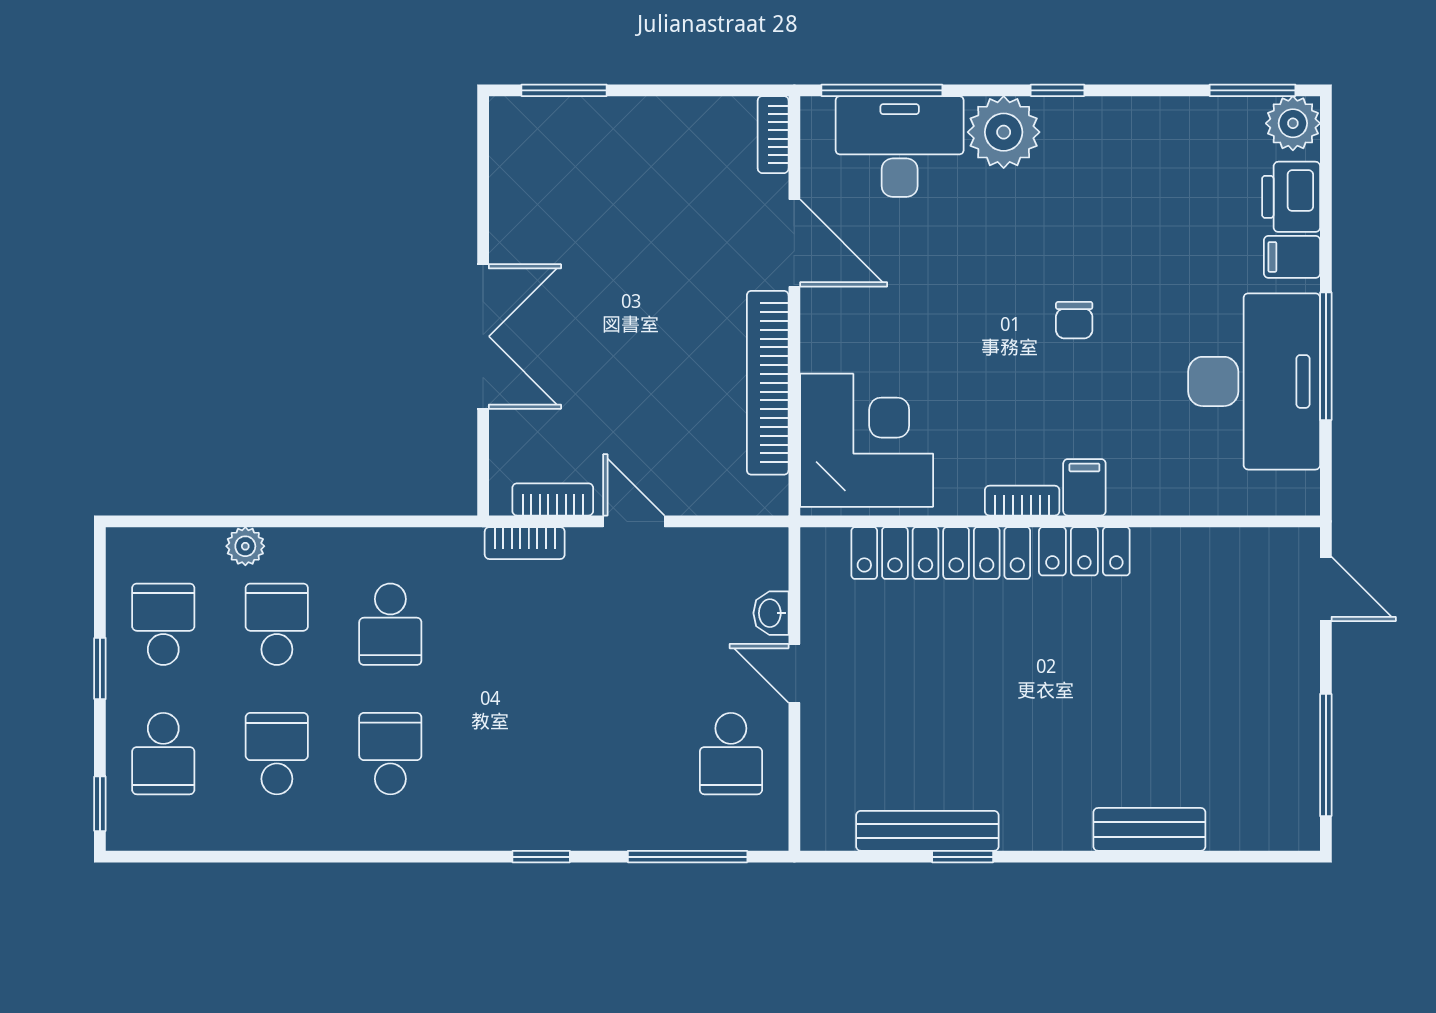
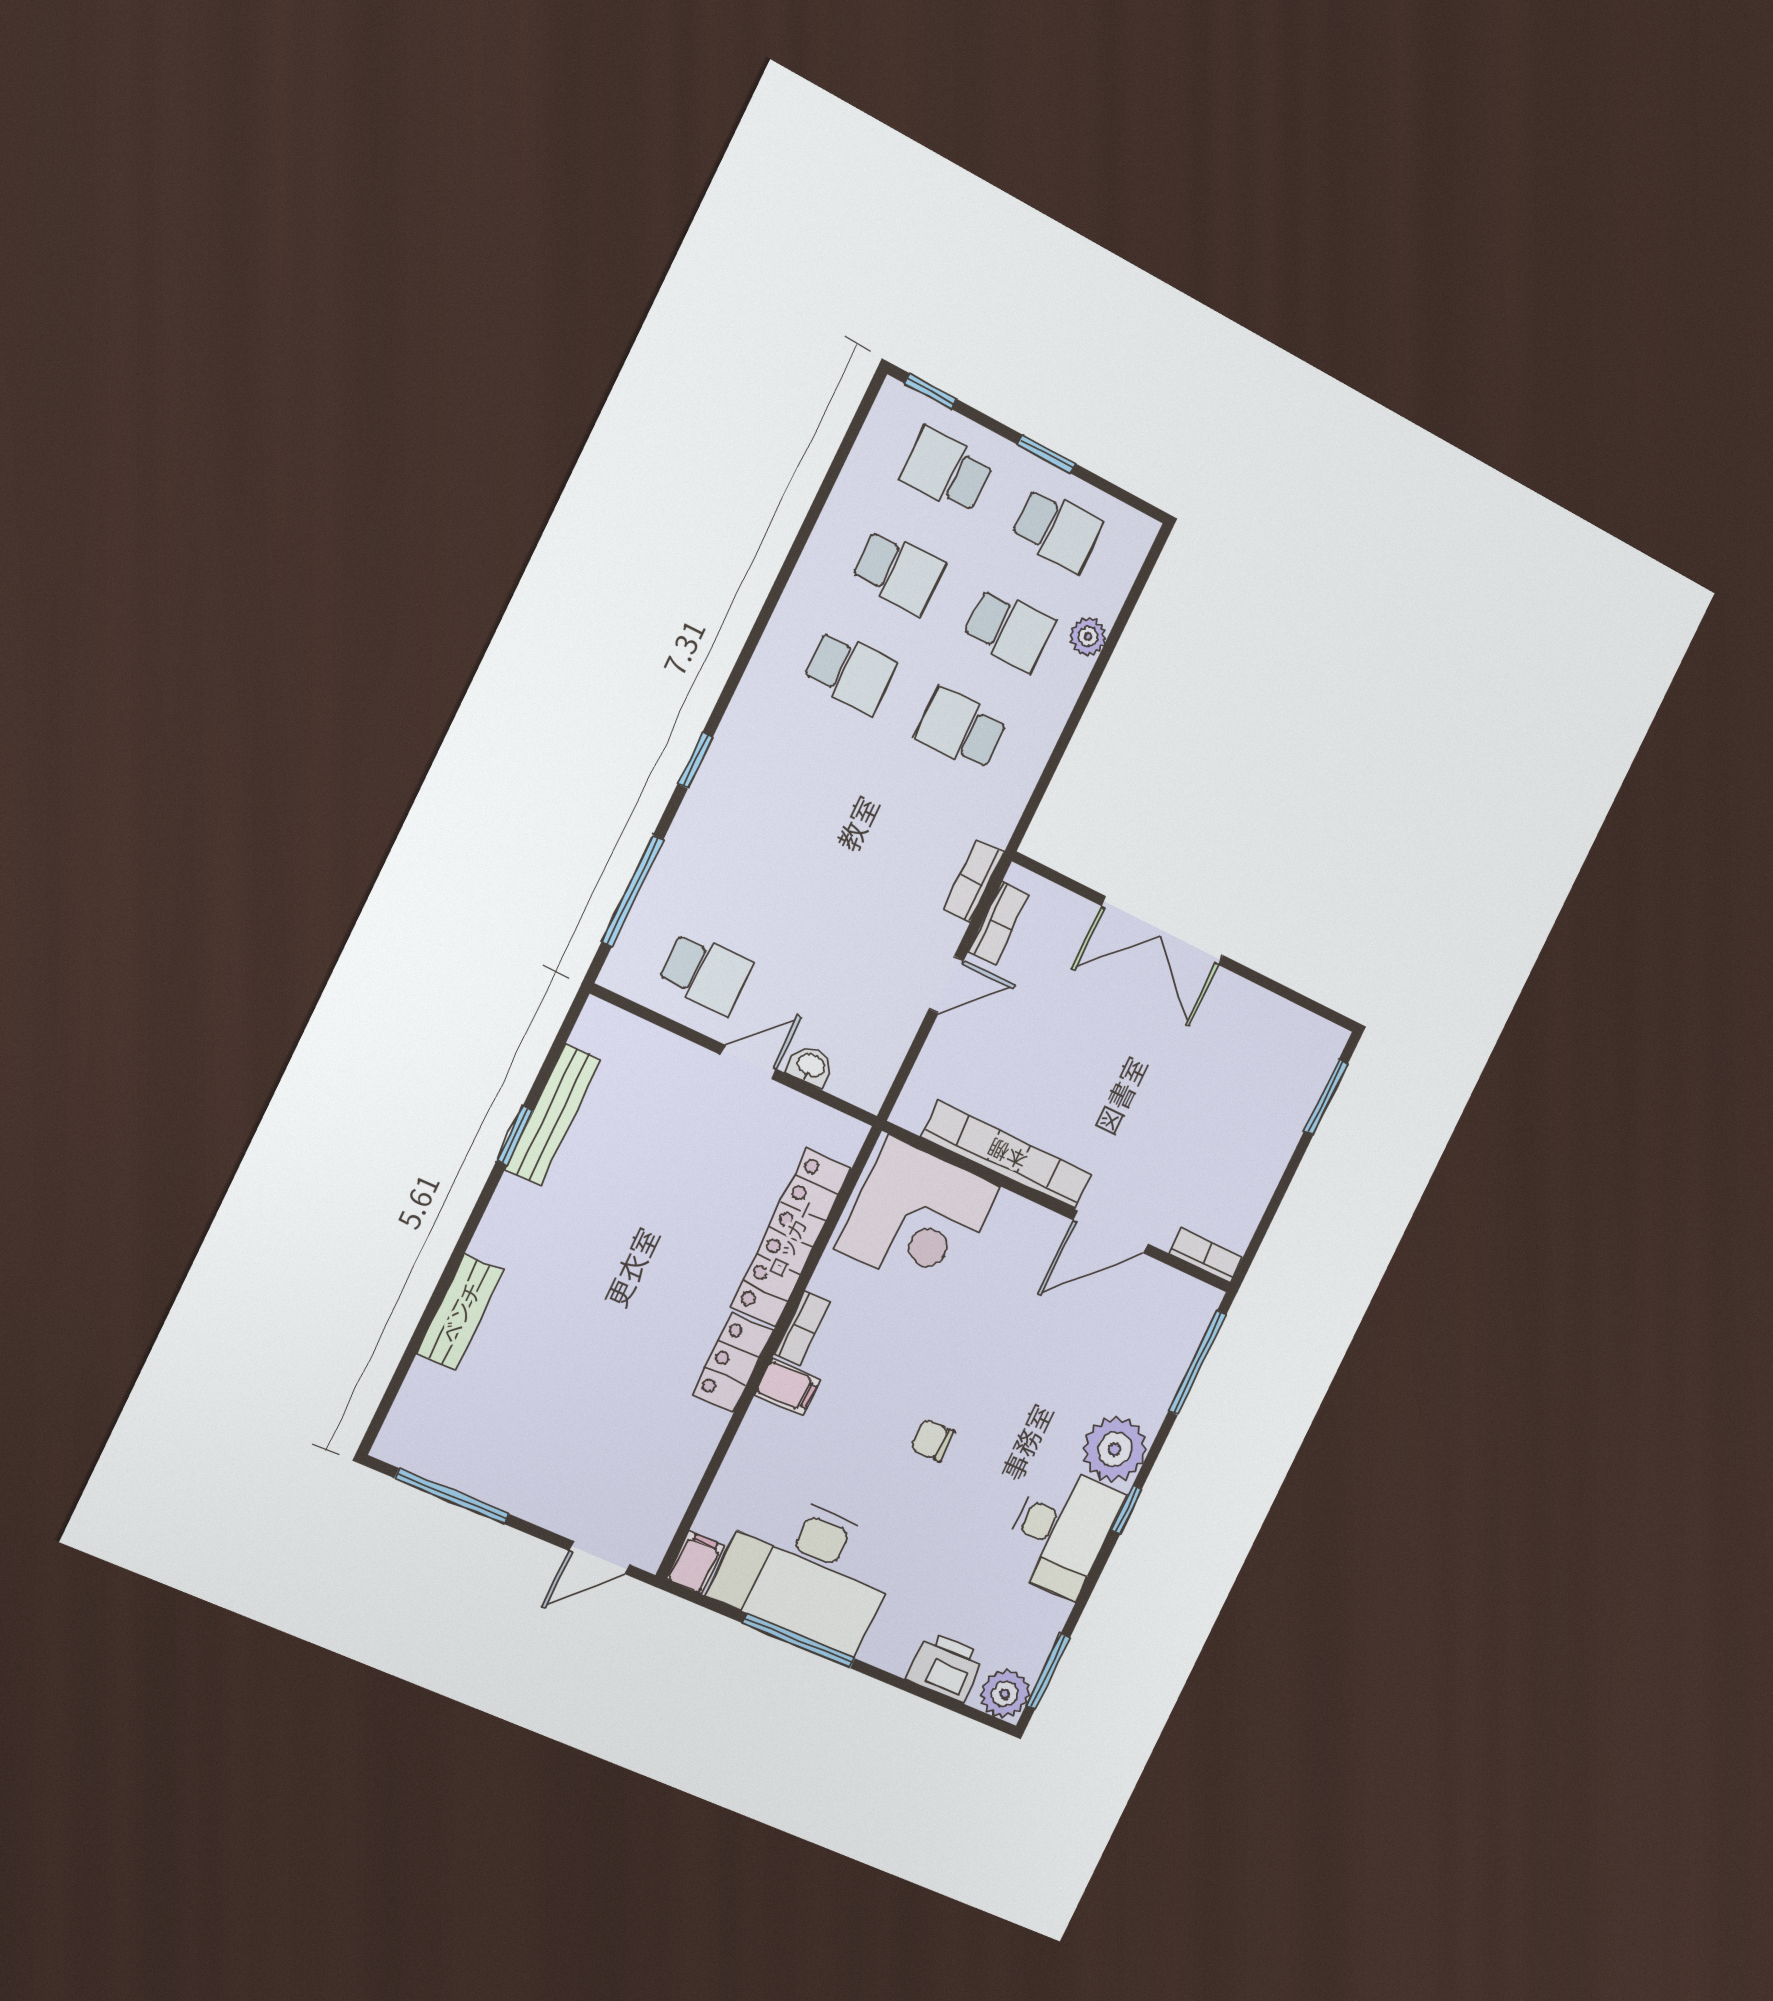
desk: (900, 146) -> (1061, 1531), moved
filing cabinet: (1292, 257) -> (695, 1563), moved
school desk: (731, 754) -> (705, 973), turned 180

